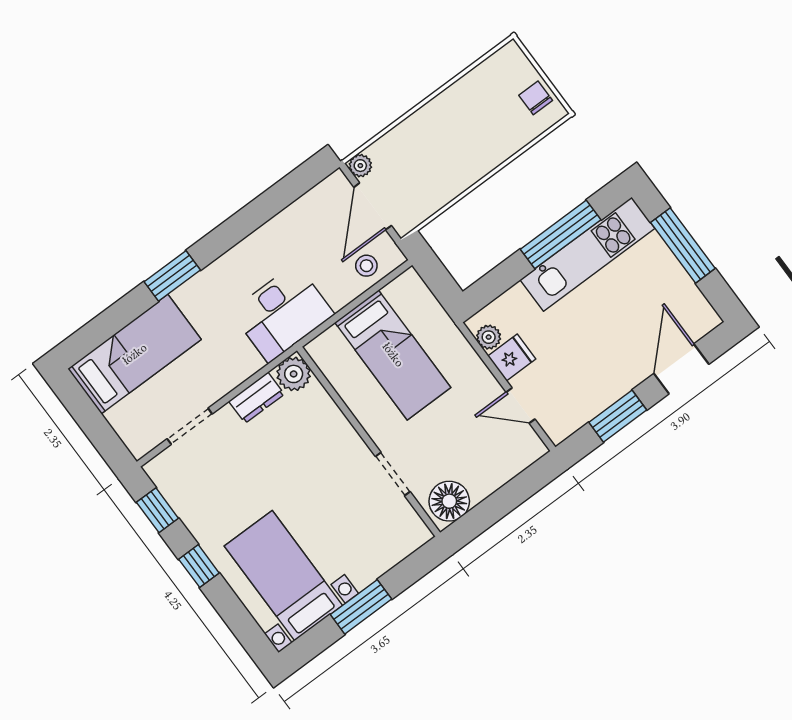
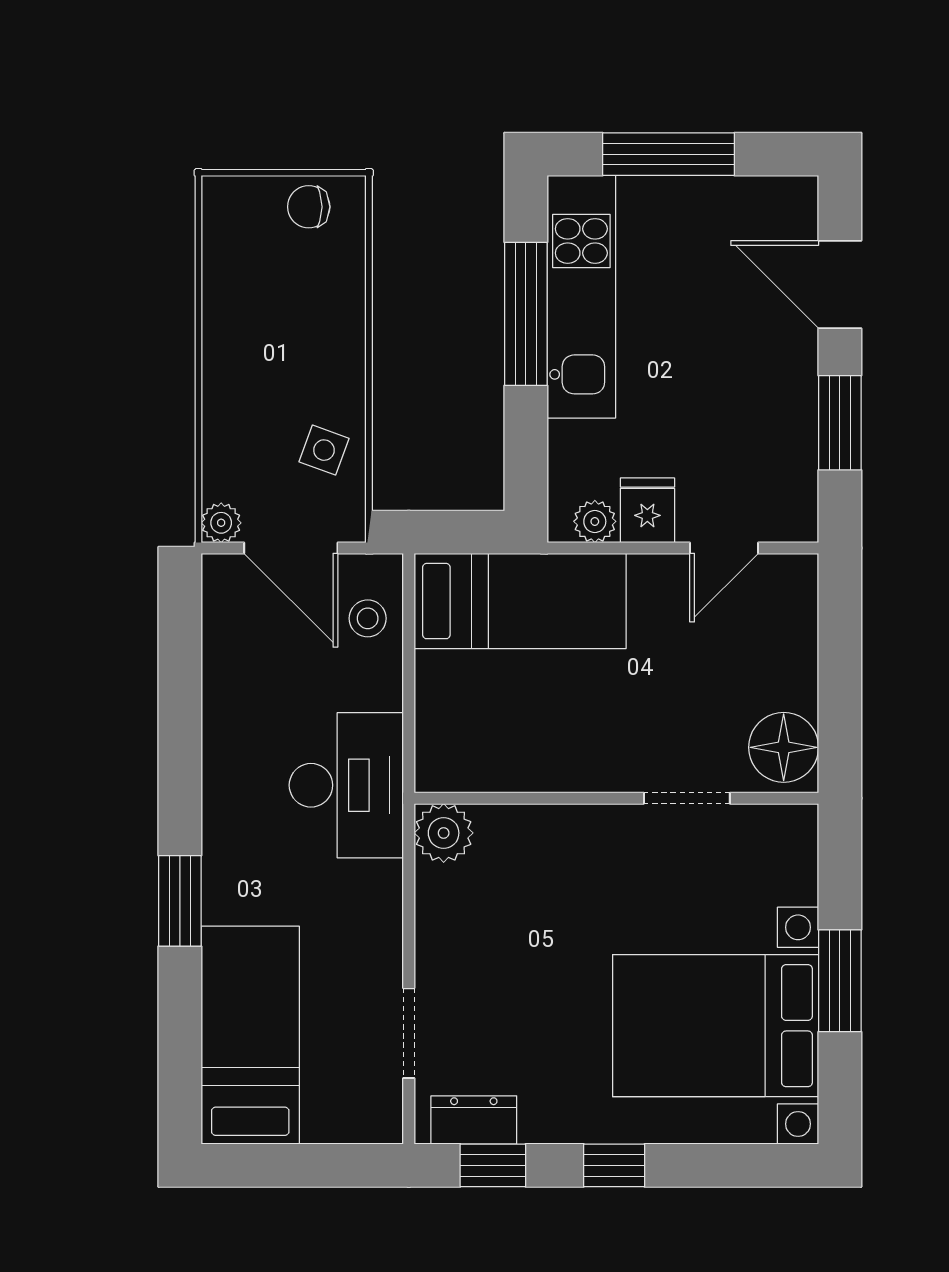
side table: (429, 188) -> (324, 450), added
bed: (393, 355) -> (520, 601), moved
dresser: (256, 398) -> (474, 1120), moved, turned -90
bed with nightstands: (283, 576) -> (716, 1026), width x1.36

